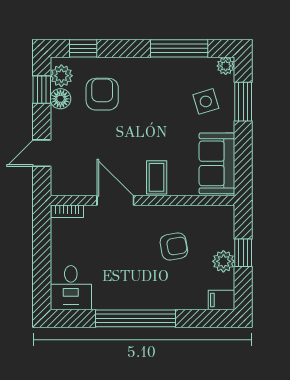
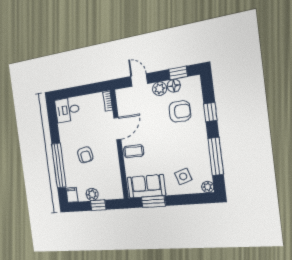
window: (83, 48) -> (210, 112), moved
plant: (61, 76) -> (159, 89), moved
window: (243, 102) -> (153, 202), moved
armchair: (174, 247) -> (85, 155), moved
window: (136, 318) -> (59, 166), moved

